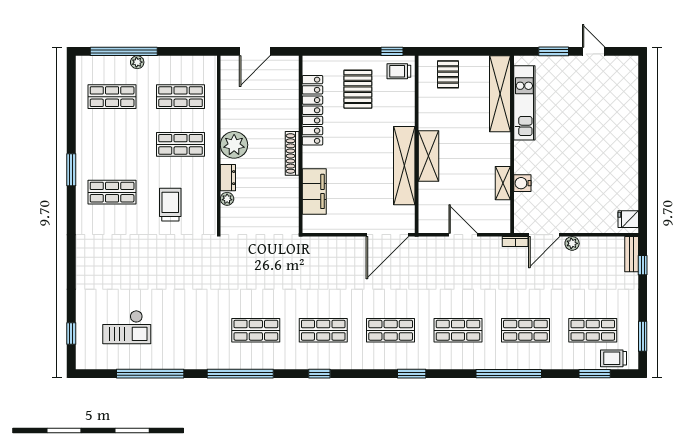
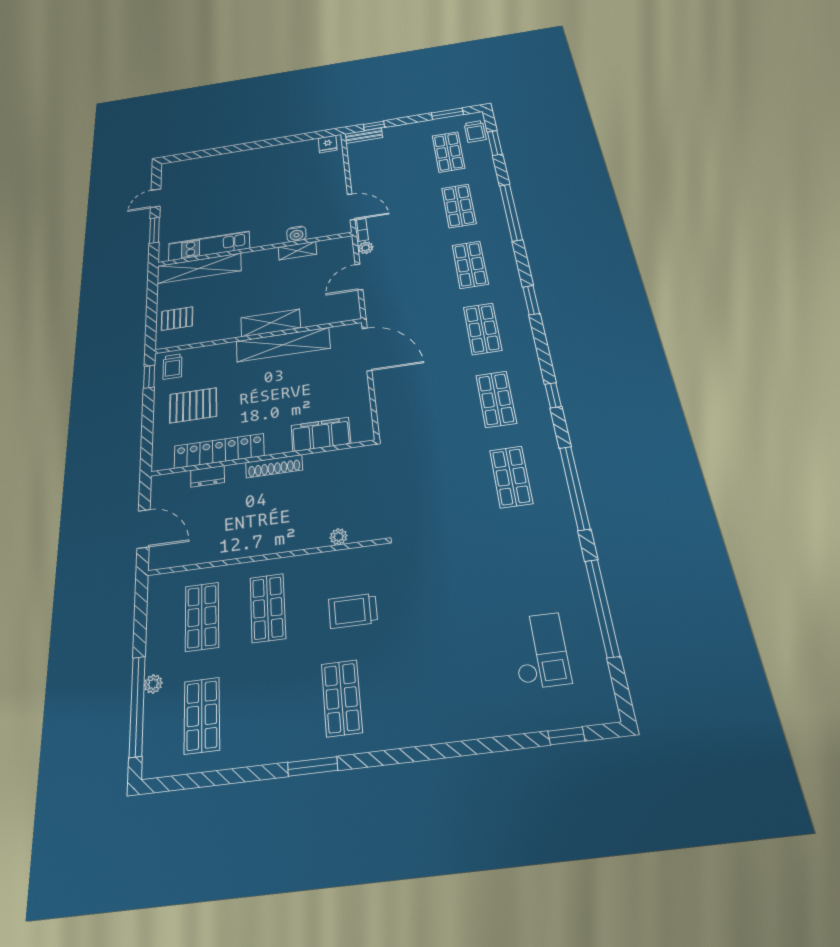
plant: (234, 145) -> (266, 538), removed
dresser: (228, 178) -> (208, 476), moved, turned 180
plant: (572, 243) -> (366, 248), moved

